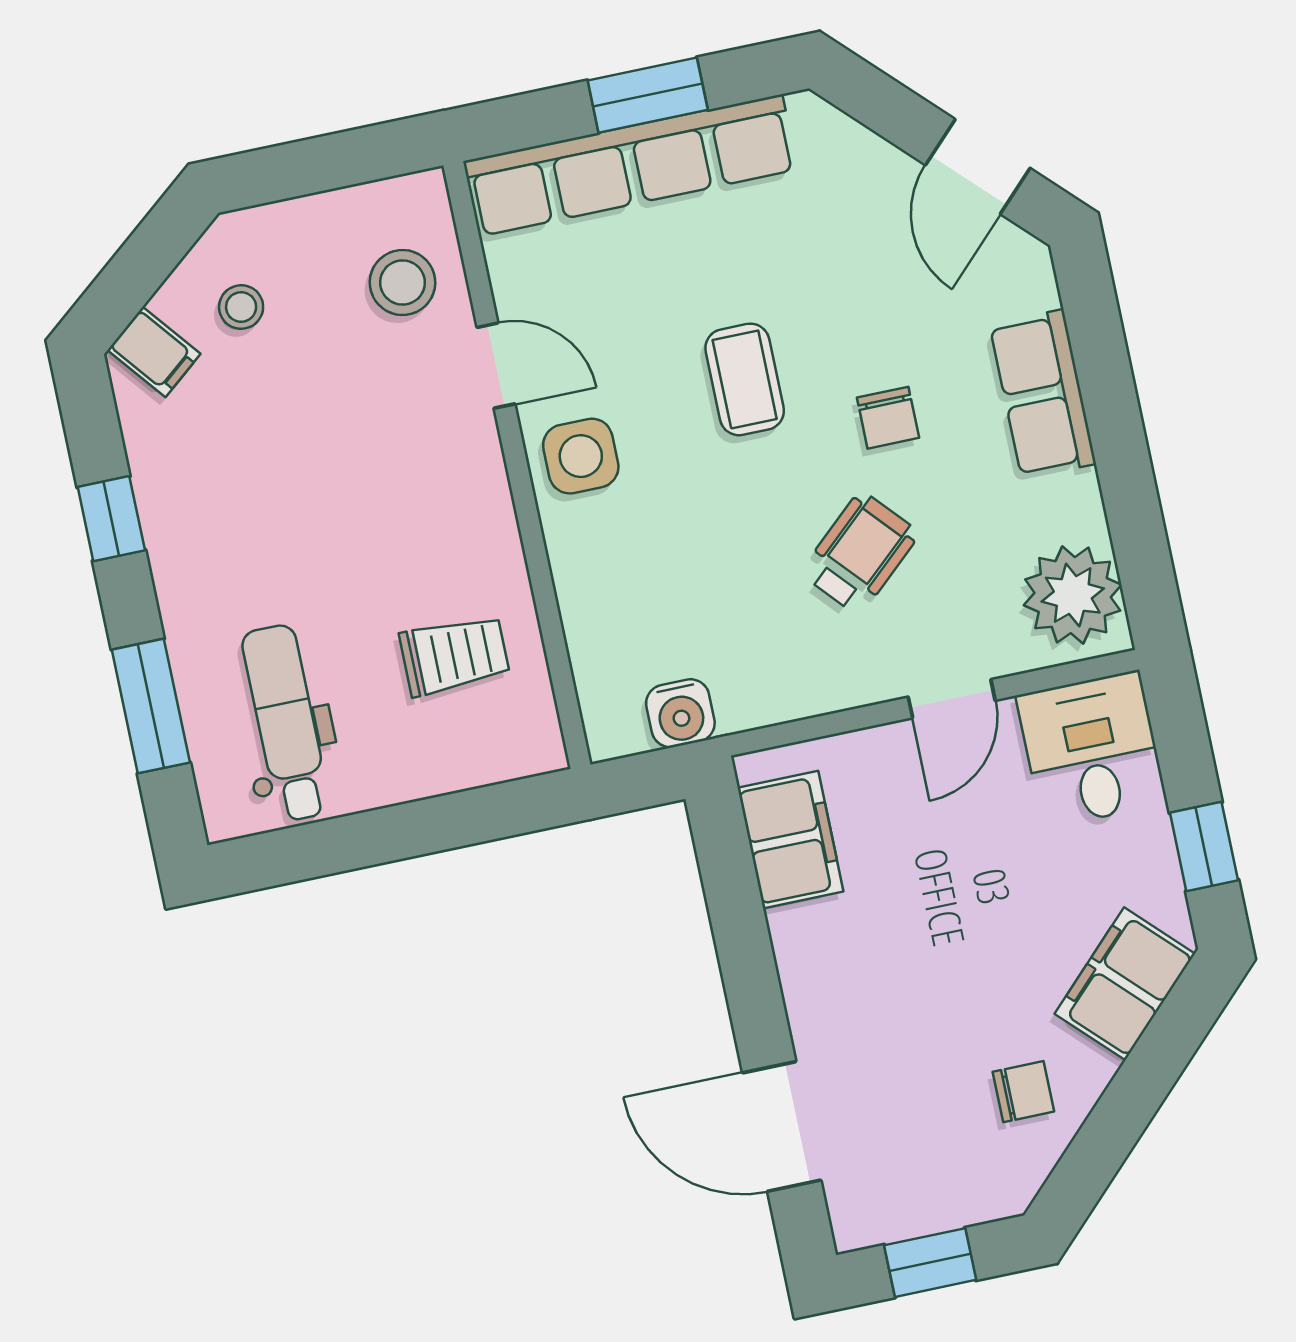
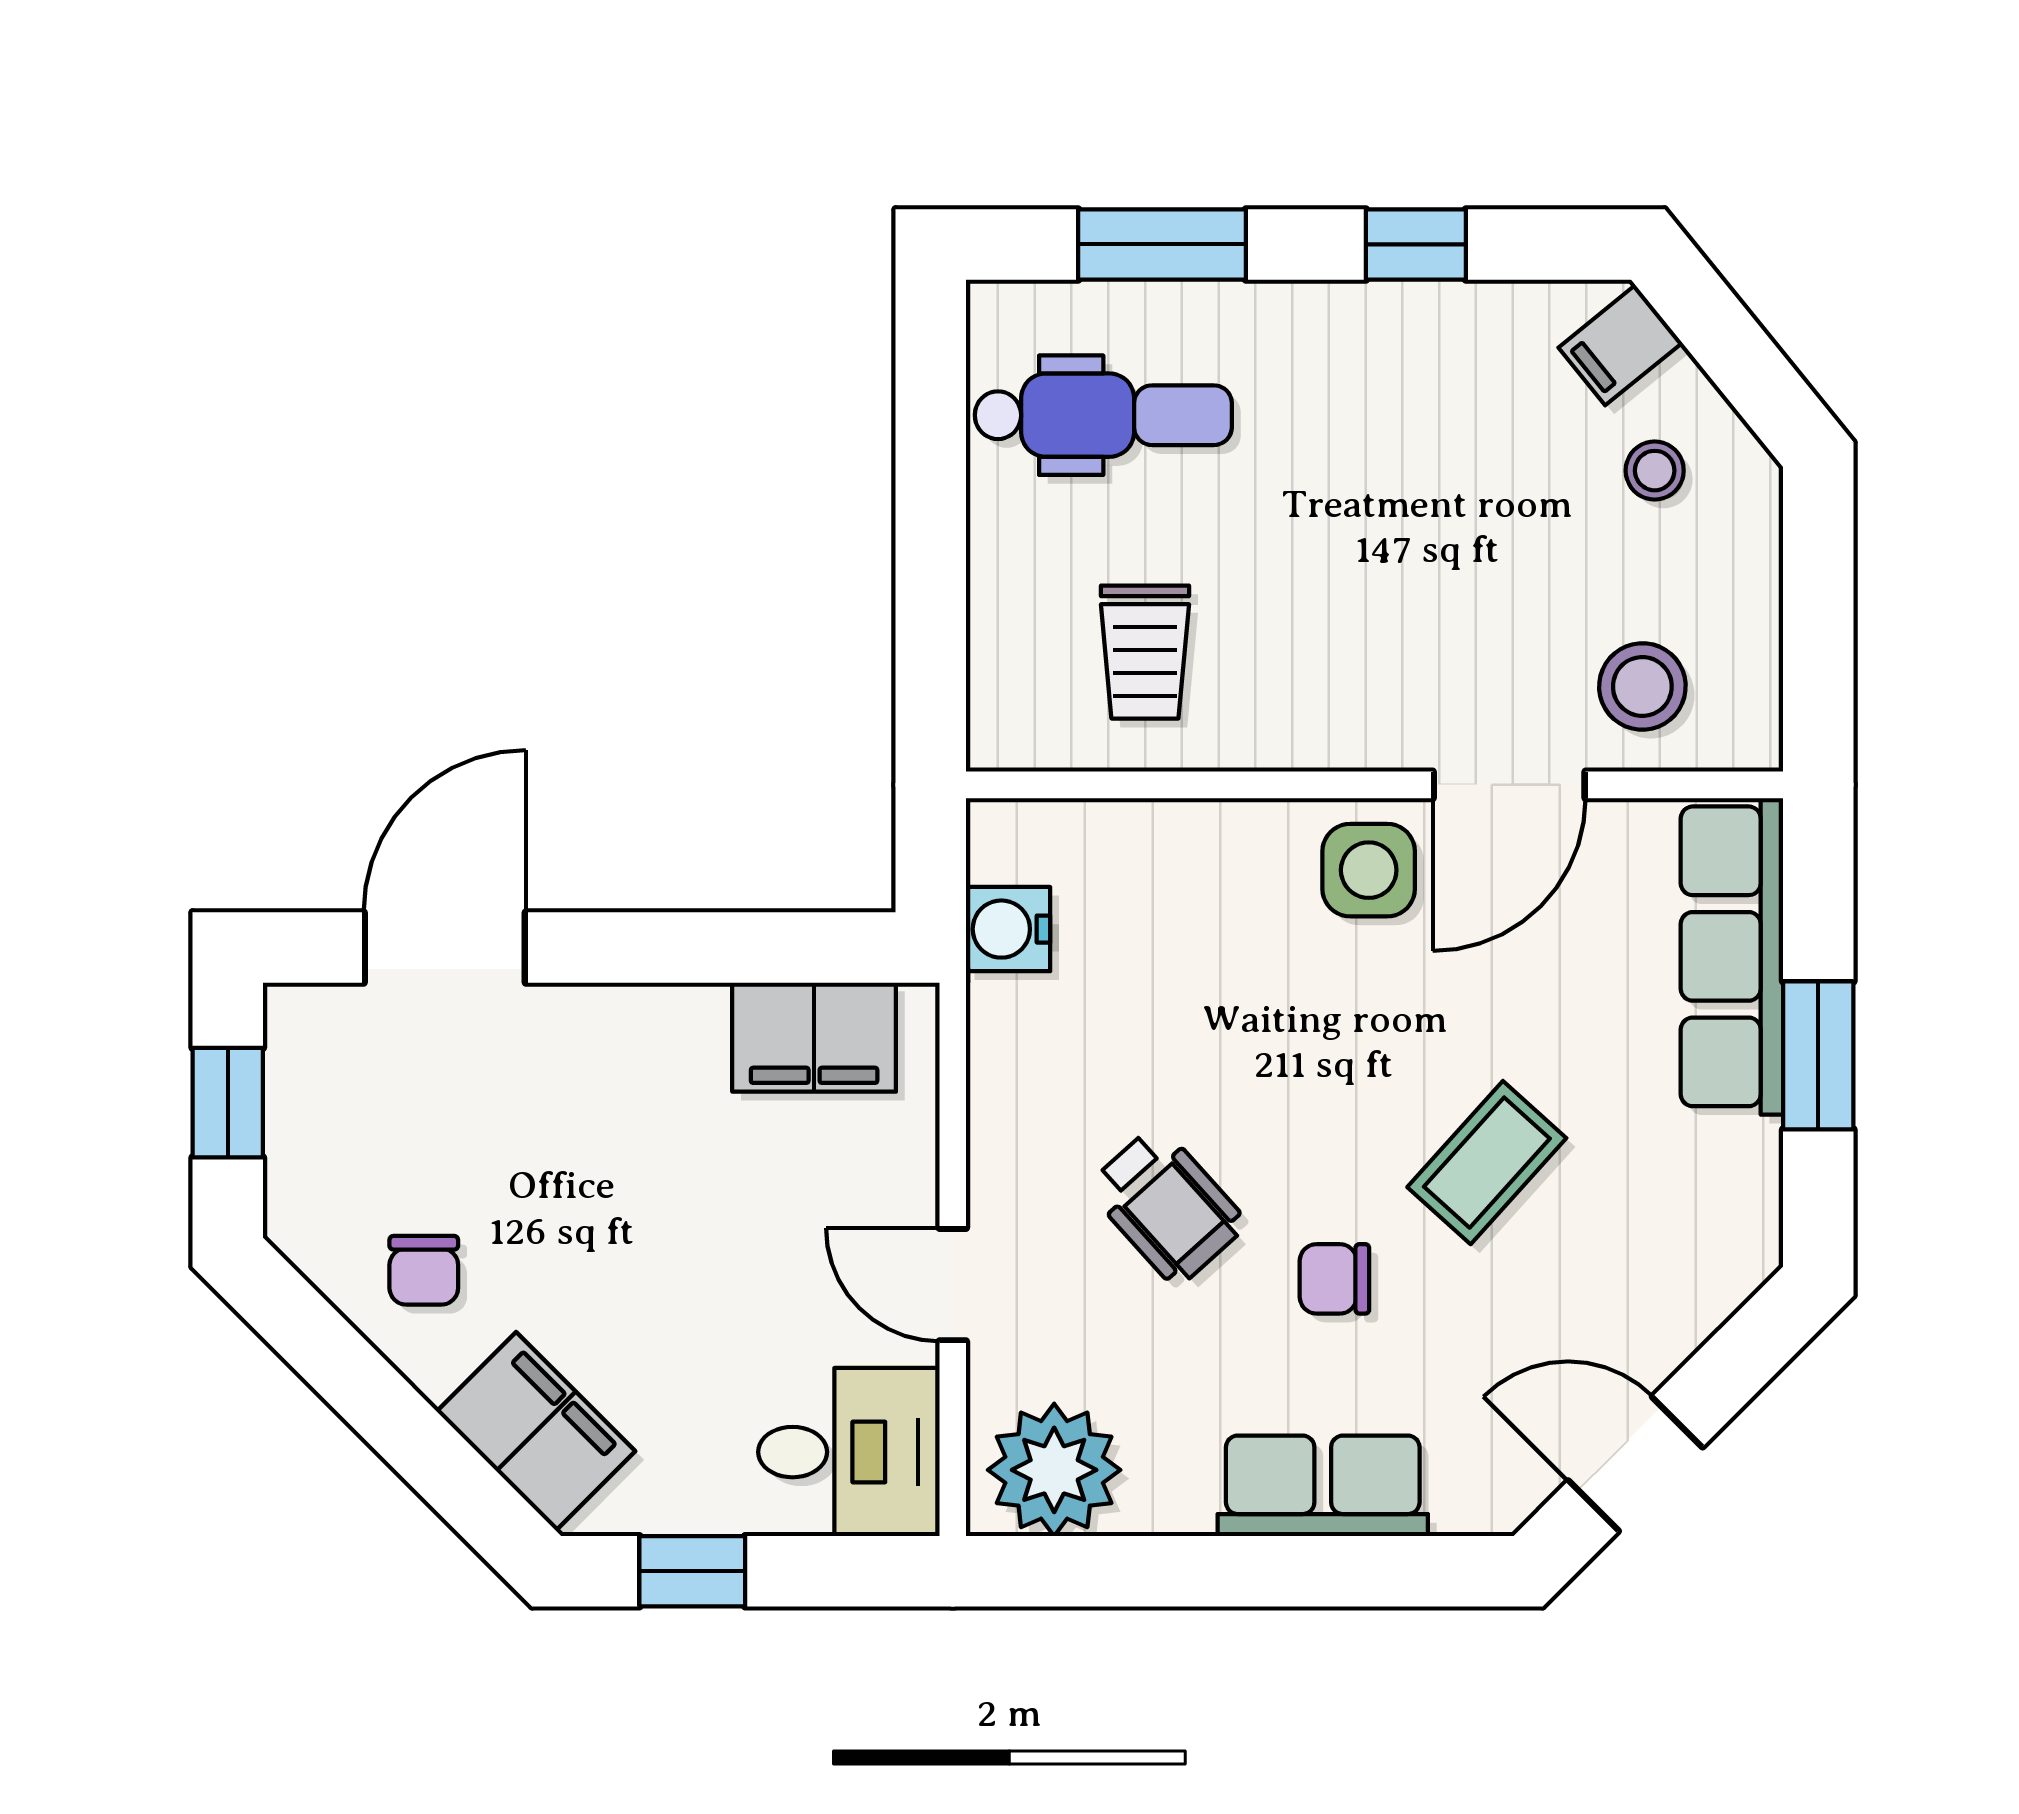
row of seats: (631, 165) -> (1732, 956), width x0.73
door: (496, 366) -> (1509, 785), width x1.38
coffee table: (745, 379) -> (1487, 1163), moved, turned -48

